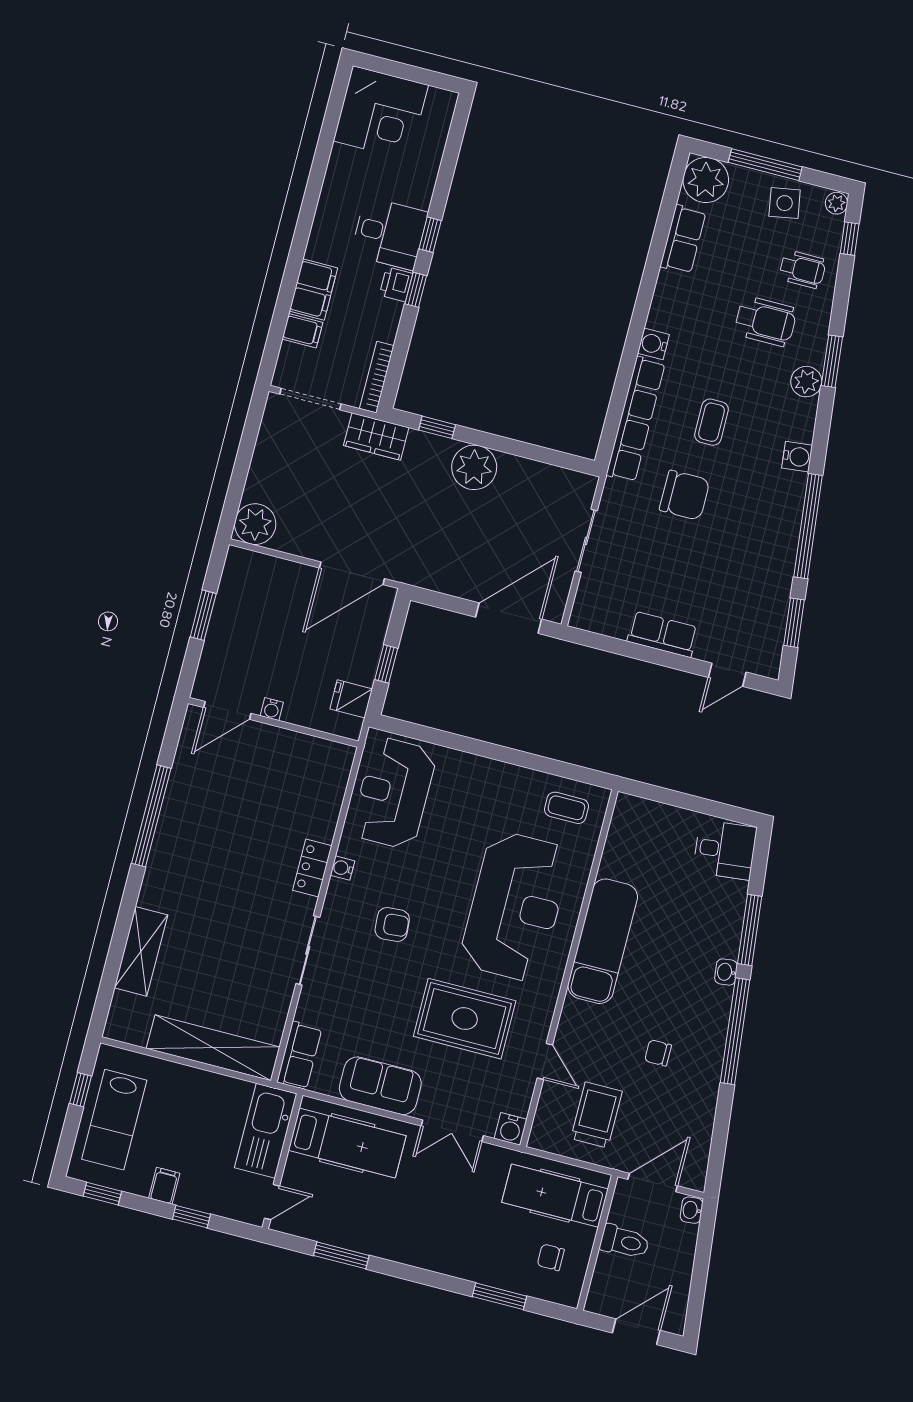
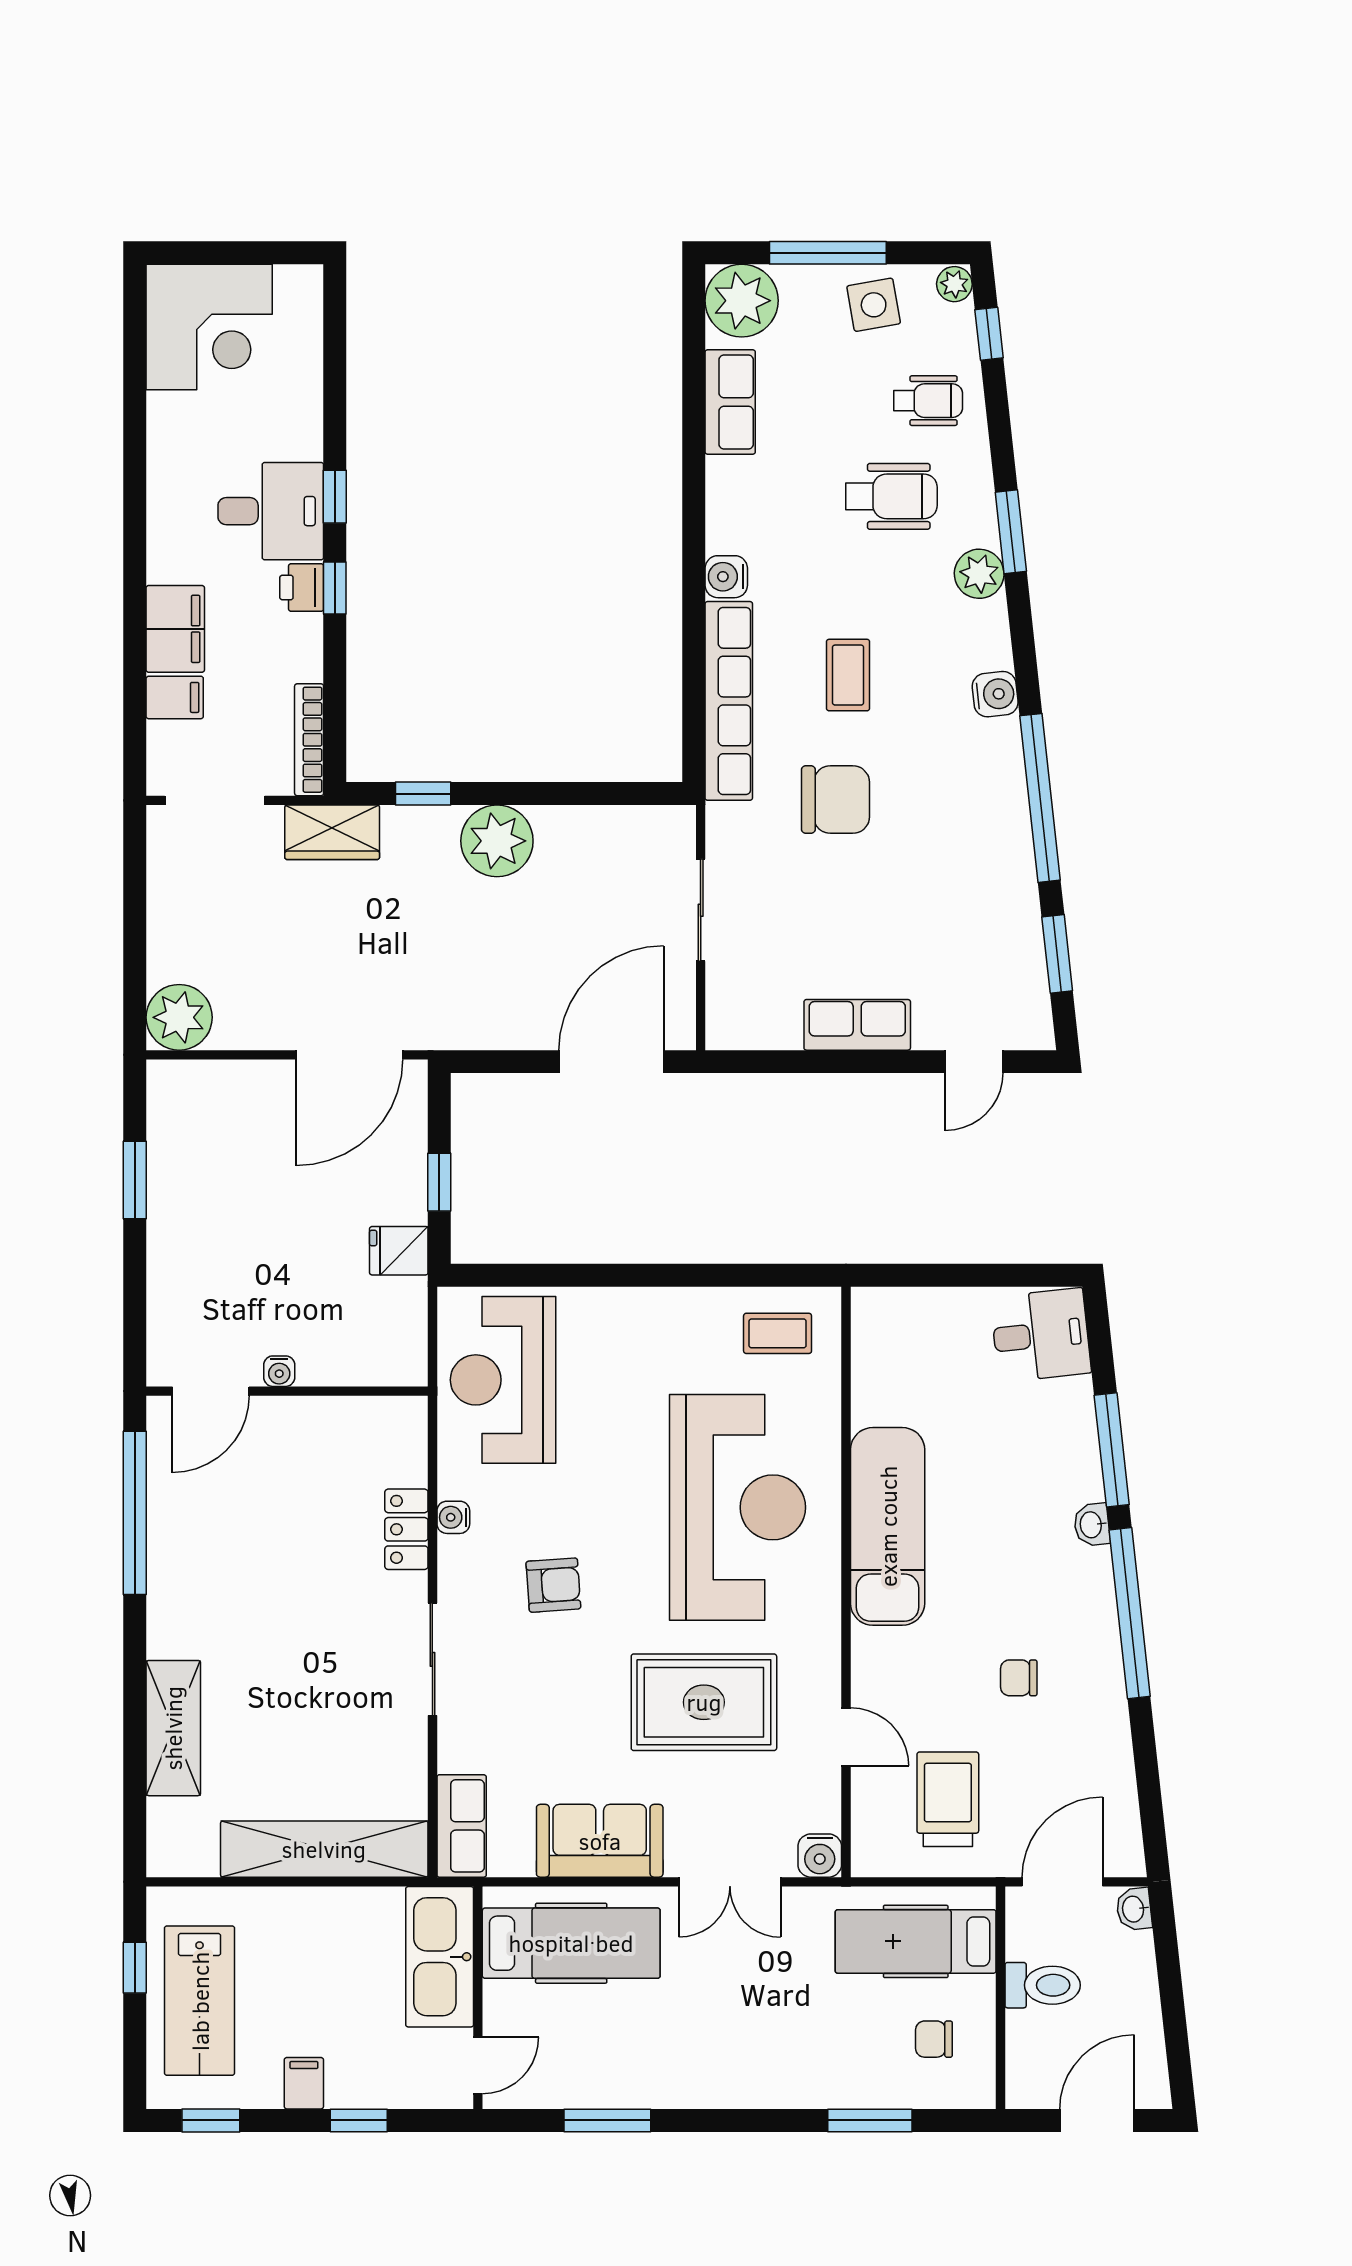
water cooler: (272, 709) -> (279, 1371), moved
door: (227, 710) -> (211, 1391), moved
wall: (273, 722) -> (287, 1391), moved

